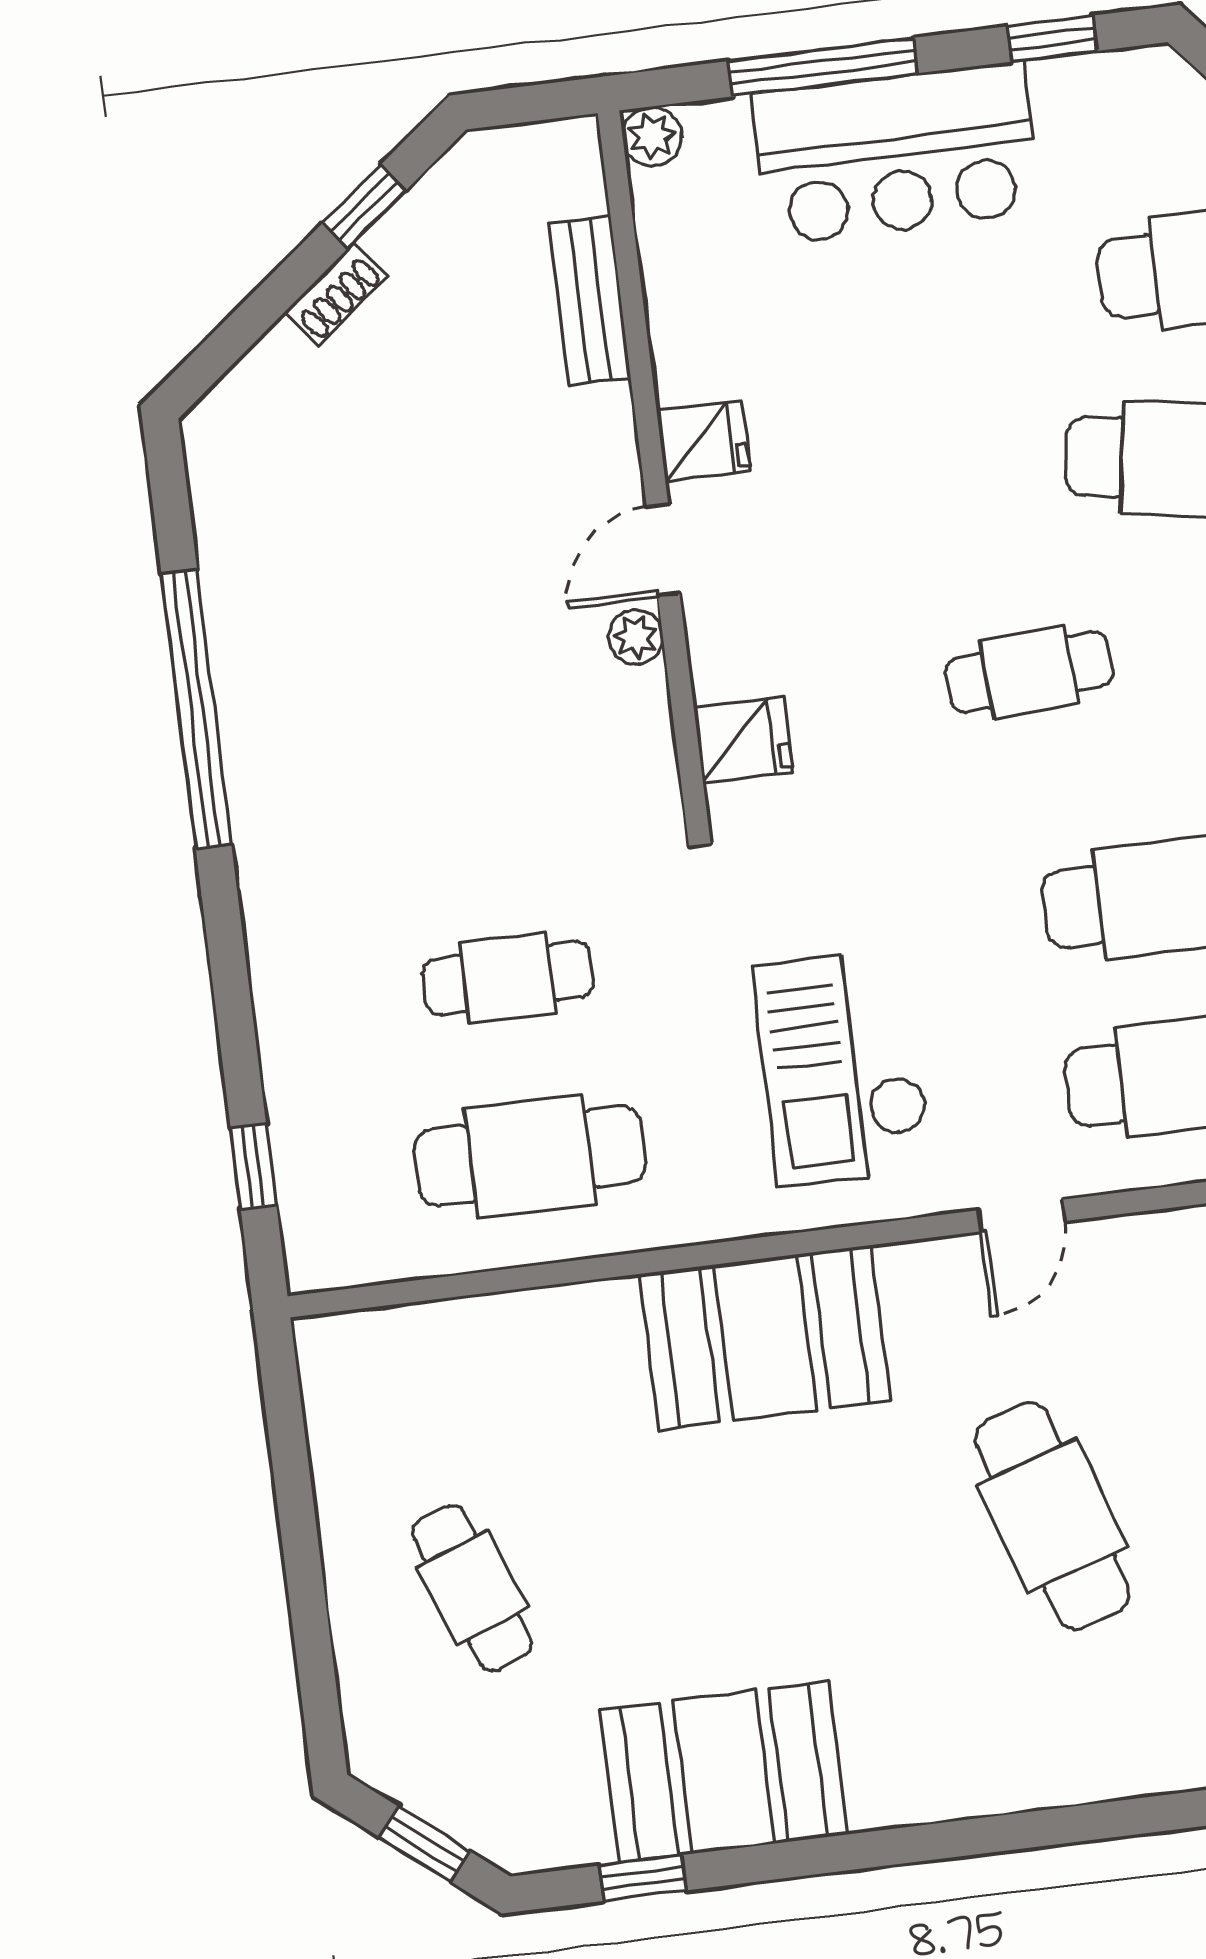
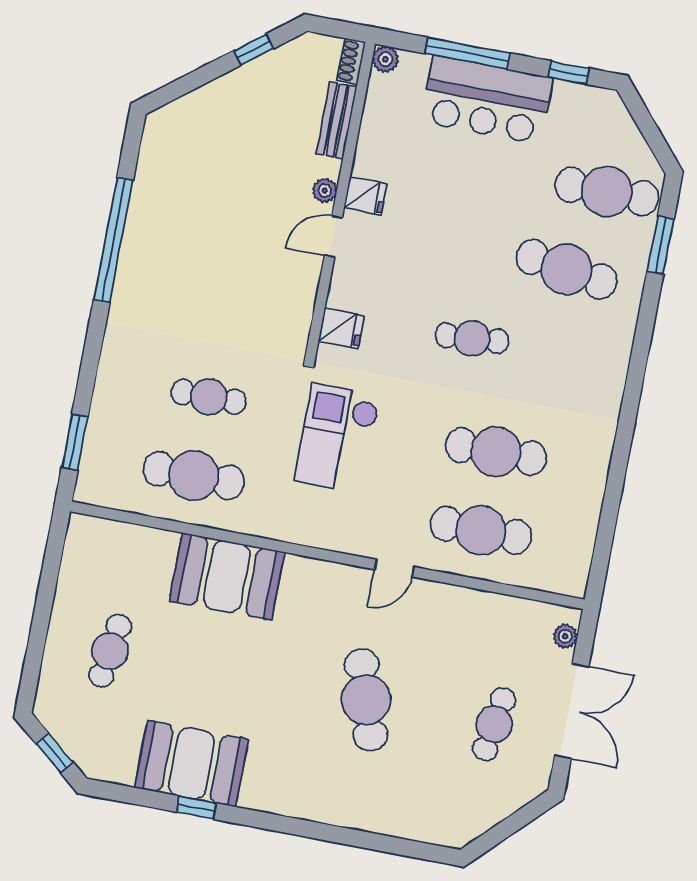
shoe rack: (336, 294) -> (351, 61), moved, turned 128
plant: (636, 637) -> (325, 191), moved
checkout: (842, 1067) -> (337, 438), moved
window: (253, 1167) -> (75, 442), width x1.50
booth: (765, 1337) -> (227, 577), moved
cafe table: (472, 1588) -> (110, 651), turned 30
window: (643, 1878) -> (196, 808), moved

